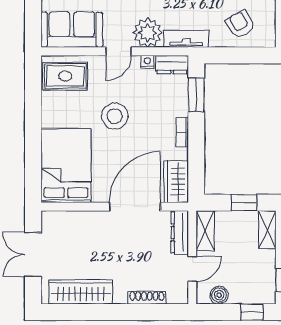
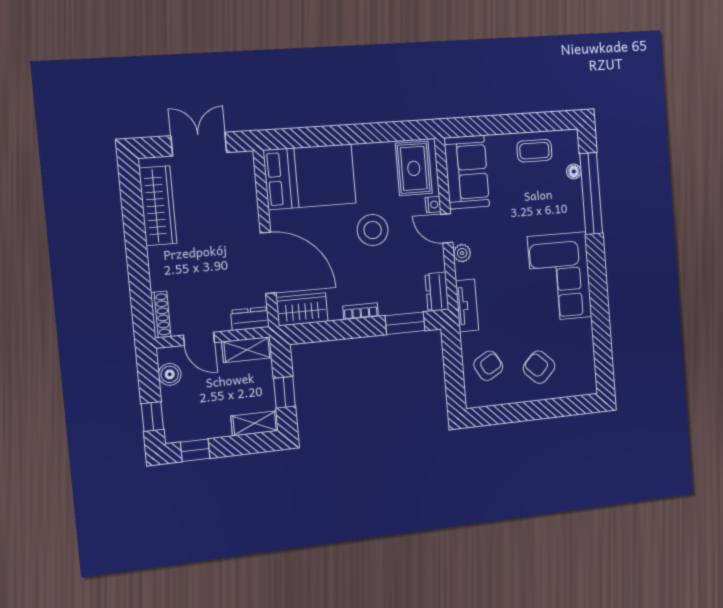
plant: (148, 33) -> (462, 253), width x0.53, depth x0.53
nightstand: (147, 62) -> (433, 205), moved
dresser: (180, 232) -> (250, 319), width x0.70
shoe rack: (147, 298) -> (161, 315), moved

